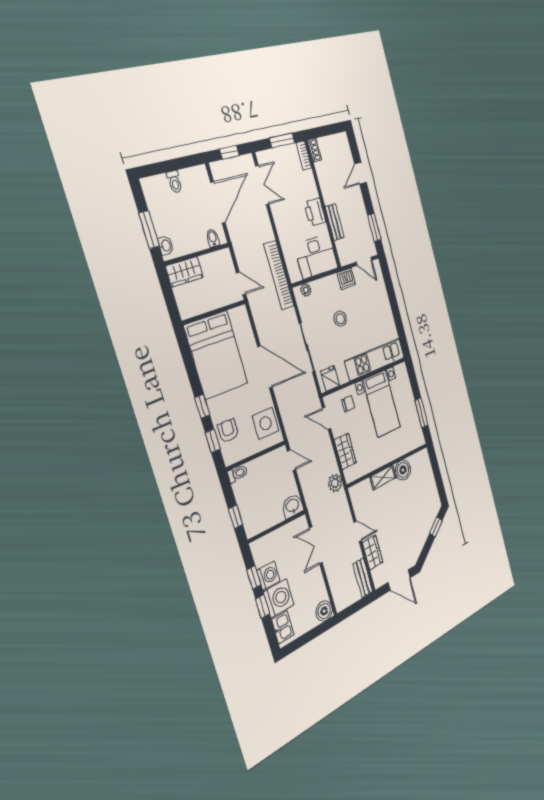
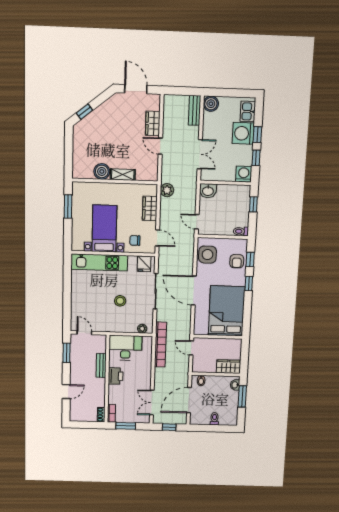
dishwasher: (346, 279) -> (105, 326), removed
washing machine: (268, 576) -> (244, 174), moved, turned 90
bench: (363, 578) -> (195, 110), moved

